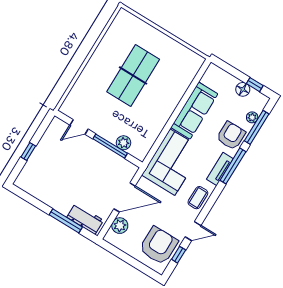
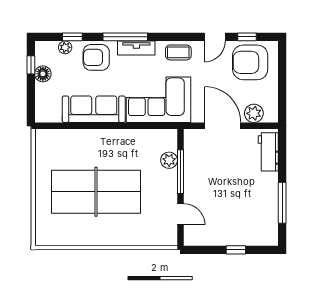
table tennis table: (133, 75) -> (96, 192), width x1.36, depth x1.32
window: (257, 127) -> (72, 37), width x0.46
window: (66, 221) -> (282, 203), moved
door: (193, 231) -> (215, 37), swing flipped

